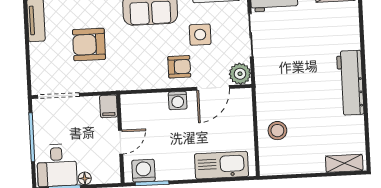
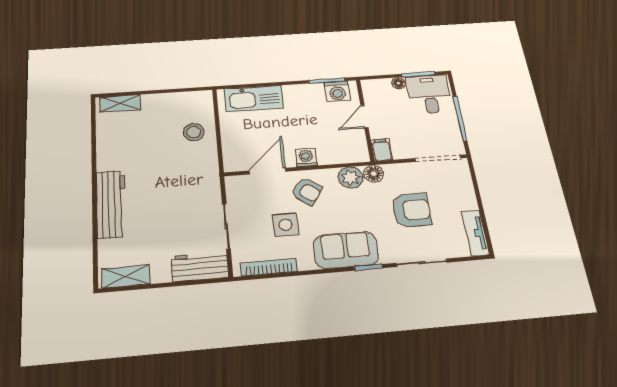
armchair: (179, 67) -> (307, 191), turned -143
plant: (240, 74) -> (351, 177), moved
floor lamp: (118, 82) -> (374, 174), added
workbench: (350, 83) -> (111, 204), moved

